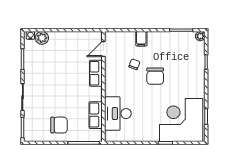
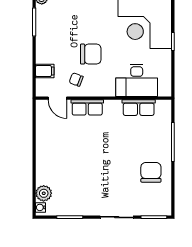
door: (103, 49) -> (57, 98), moved
row of seats: (96, 73) -> (87, 107), moved
wall: (103, 86) -> (103, 98), moved
desk: (118, 114) -> (137, 80), moved
row of seats: (96, 115) -> (139, 108), moved

